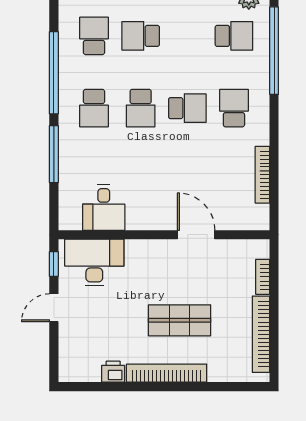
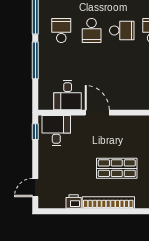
school desk: (94, 108) -> (61, 30), turned 180
door: (196, 235) -> (97, 113), moved
desk: (94, 262) -> (56, 131), width x0.73
door: (54, 308) -> (35, 188), moved

